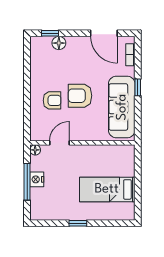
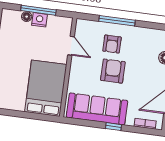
window: (27, 98) -> (117, 21), added
floor lamp: (35, 150) -> (27, 17), moved
bed: (107, 189) -> (46, 88), moved, width x1.50

